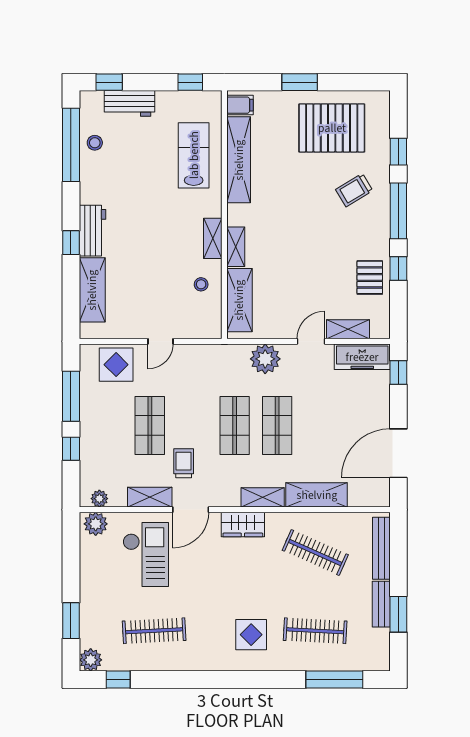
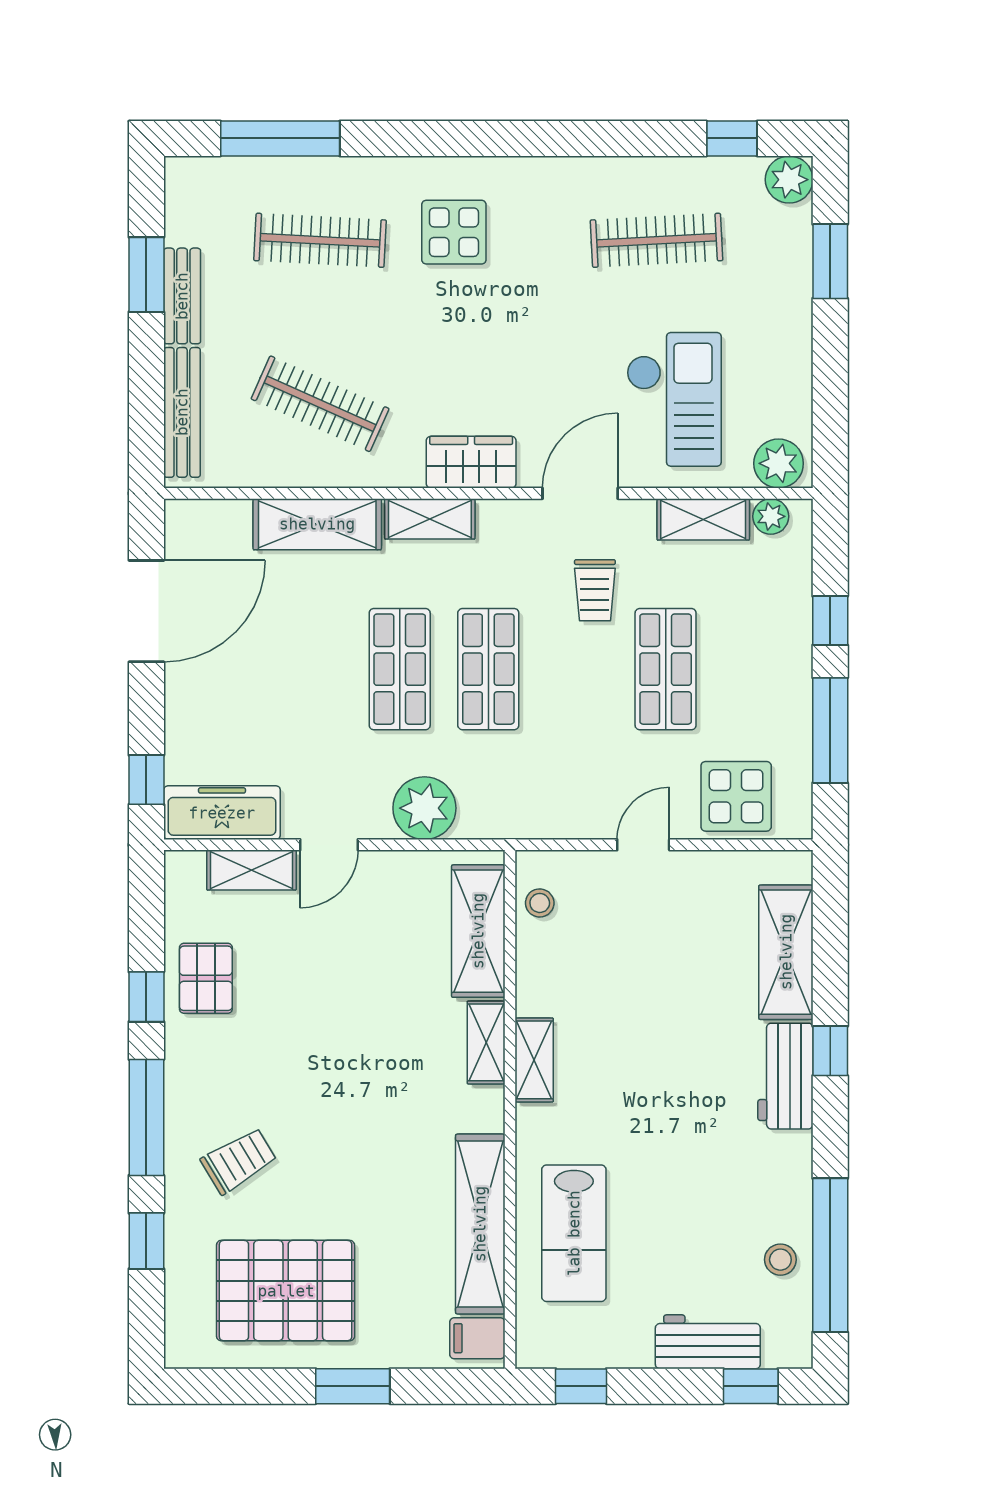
stool: (201, 284) -> (540, 903), moved
shelving: (150, 497) -> (703, 519), moved
checkout: (146, 555) -> (674, 399), turned 180

